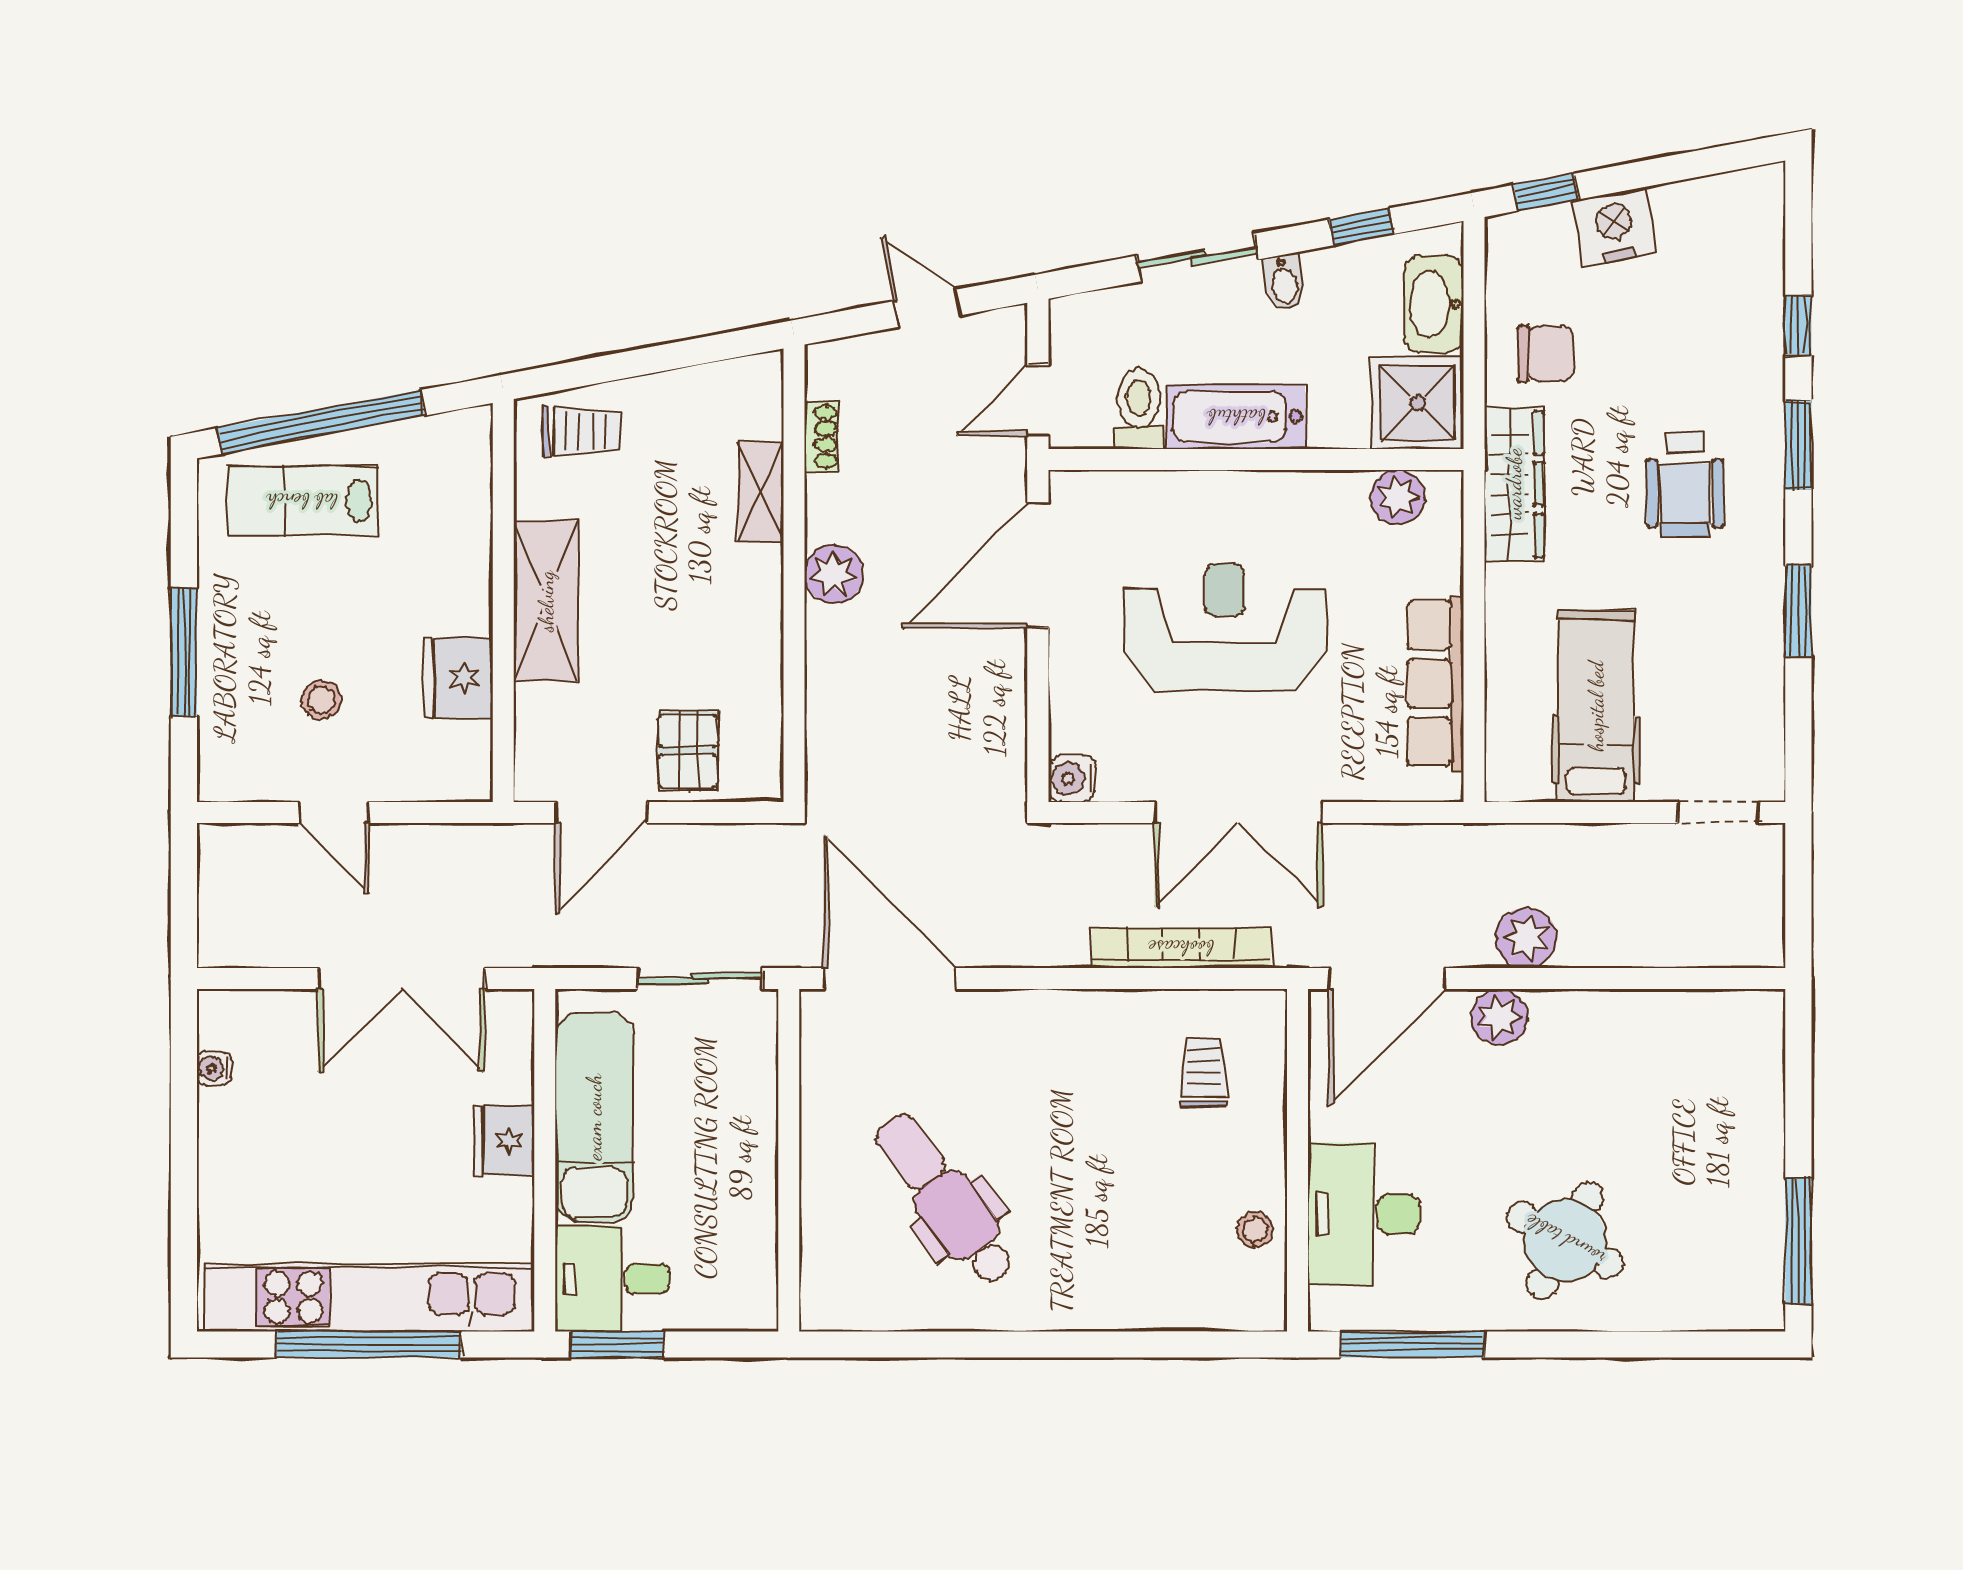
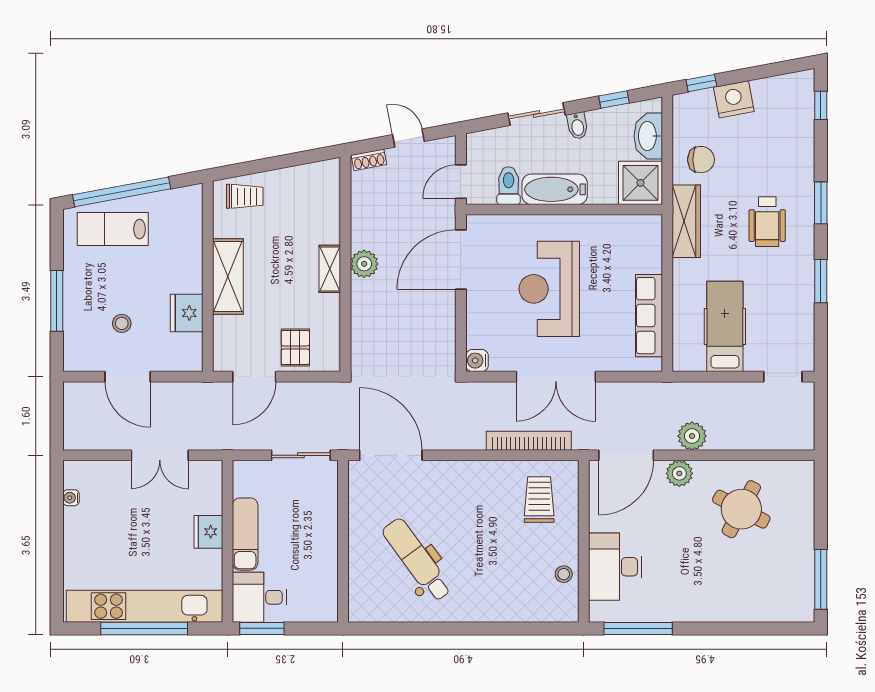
window: (1798, 325) -> (821, 105), moved
shoe rack: (821, 437) -> (369, 160), moved, turned 79
shelving: (761, 492) -> (330, 269), moved
plant: (1398, 497) -> (631, 227), removed
reception desk: (1225, 627) -> (549, 289), turned -90
door: (334, 812) -> (128, 377), width x1.38
double door: (402, 979) -> (160, 455), width x0.73
trolley: (1203, 1072) -> (539, 499), width x1.36, depth x1.39
exam couch: (594, 1117) -> (245, 534), width x0.73, depth x0.69
round table: (1565, 1240) -> (741, 509), moved

